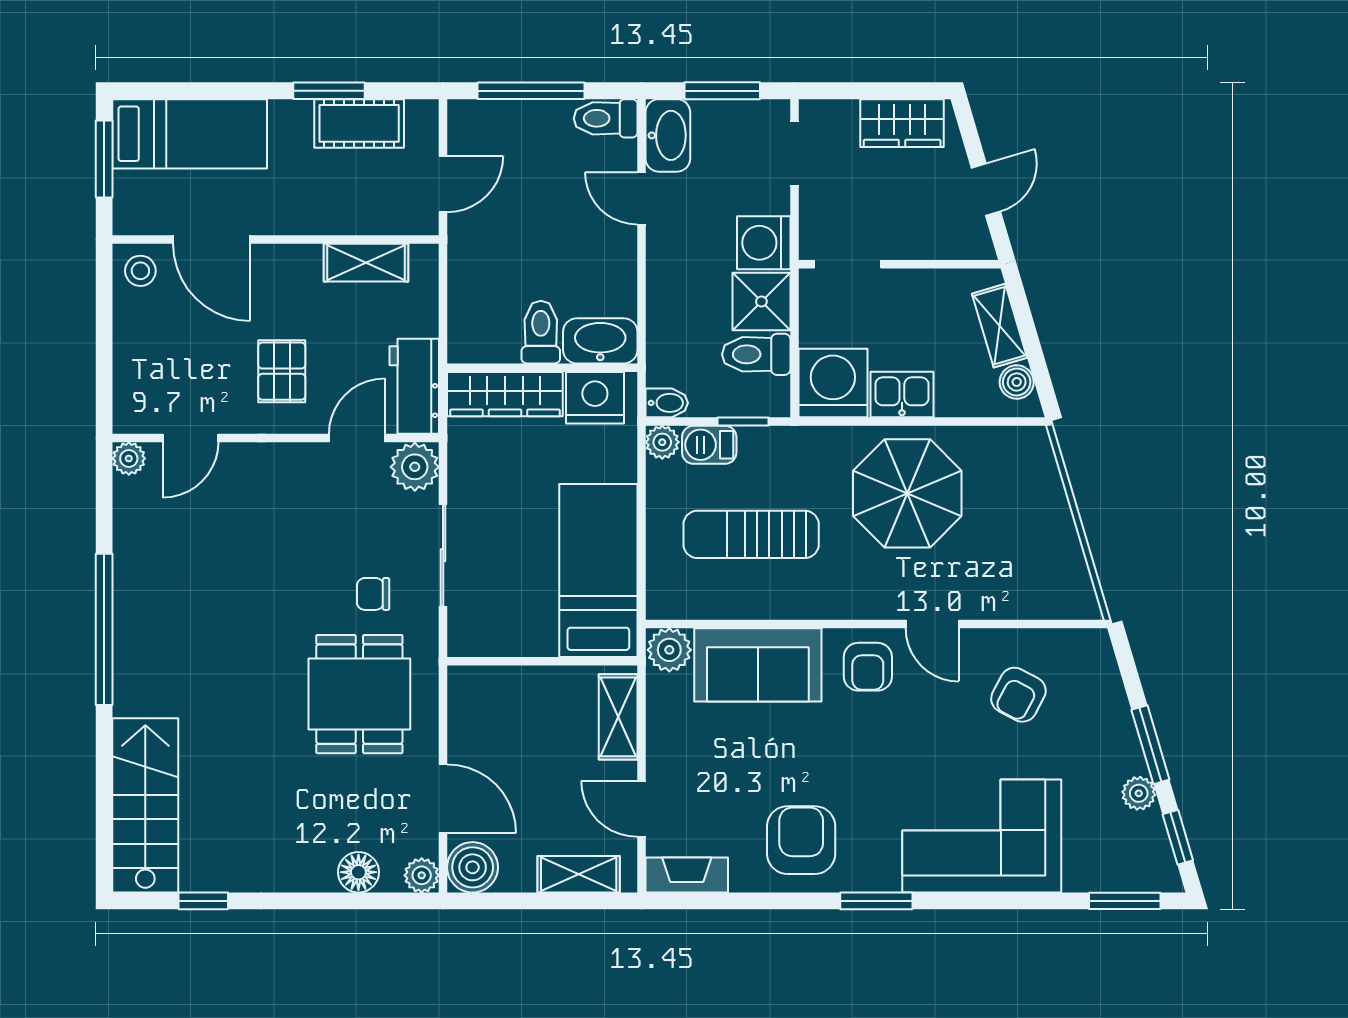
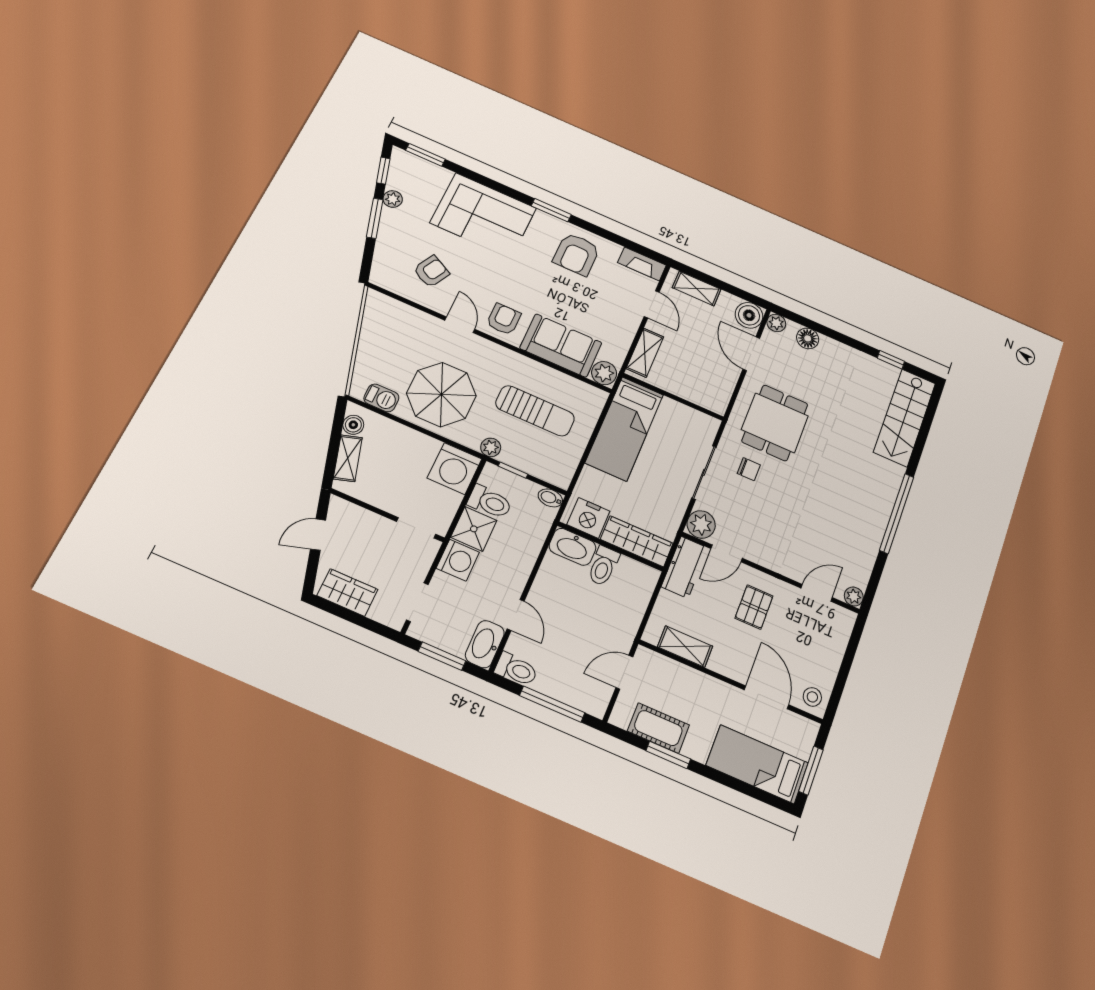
kitchen sink: (902, 395) -> (420, 446), removed
plant: (662, 442) -> (491, 447), moved
barbecue: (709, 445) -> (381, 398), moved

